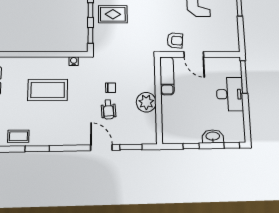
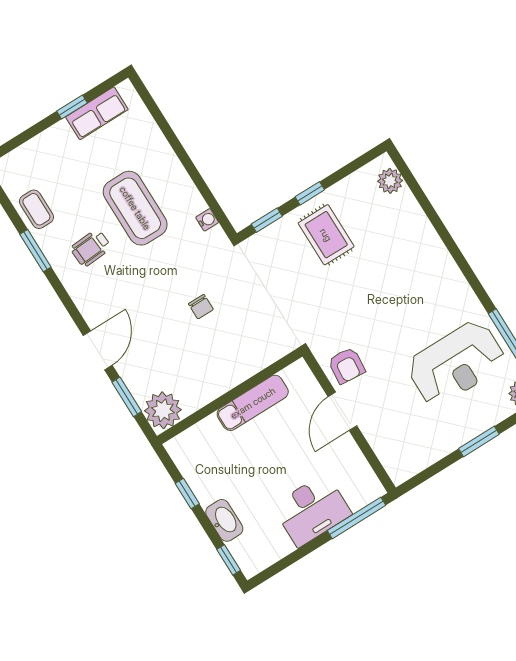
exam couch: (167, 76) -> (253, 403), moved
plant: (146, 102) -> (163, 410), moved
wheelchair: (108, 109) -> (91, 248), moved

